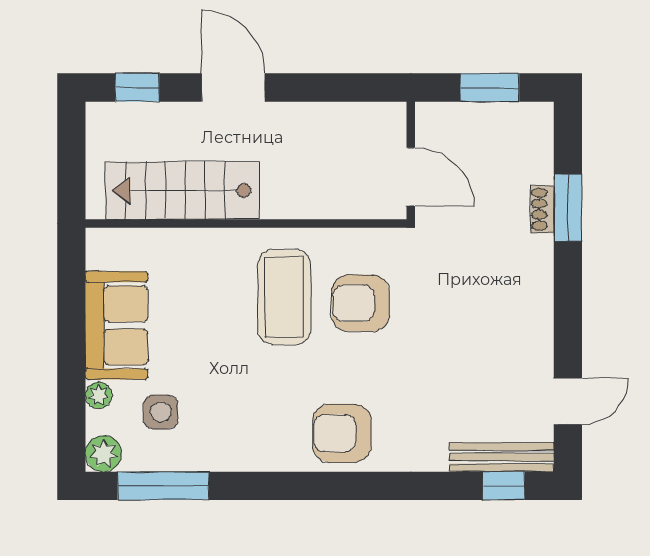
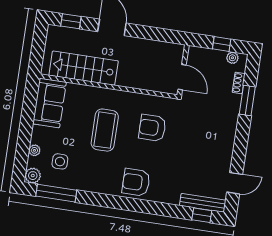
window: (490, 87) -> (222, 44), width x0.67
plant: (519, 115) -> (232, 58), added
shoe rack: (542, 209) -> (239, 83), moved
coffee table: (284, 297) -> (105, 130), moved
sofa: (117, 325) -> (49, 103), moved

